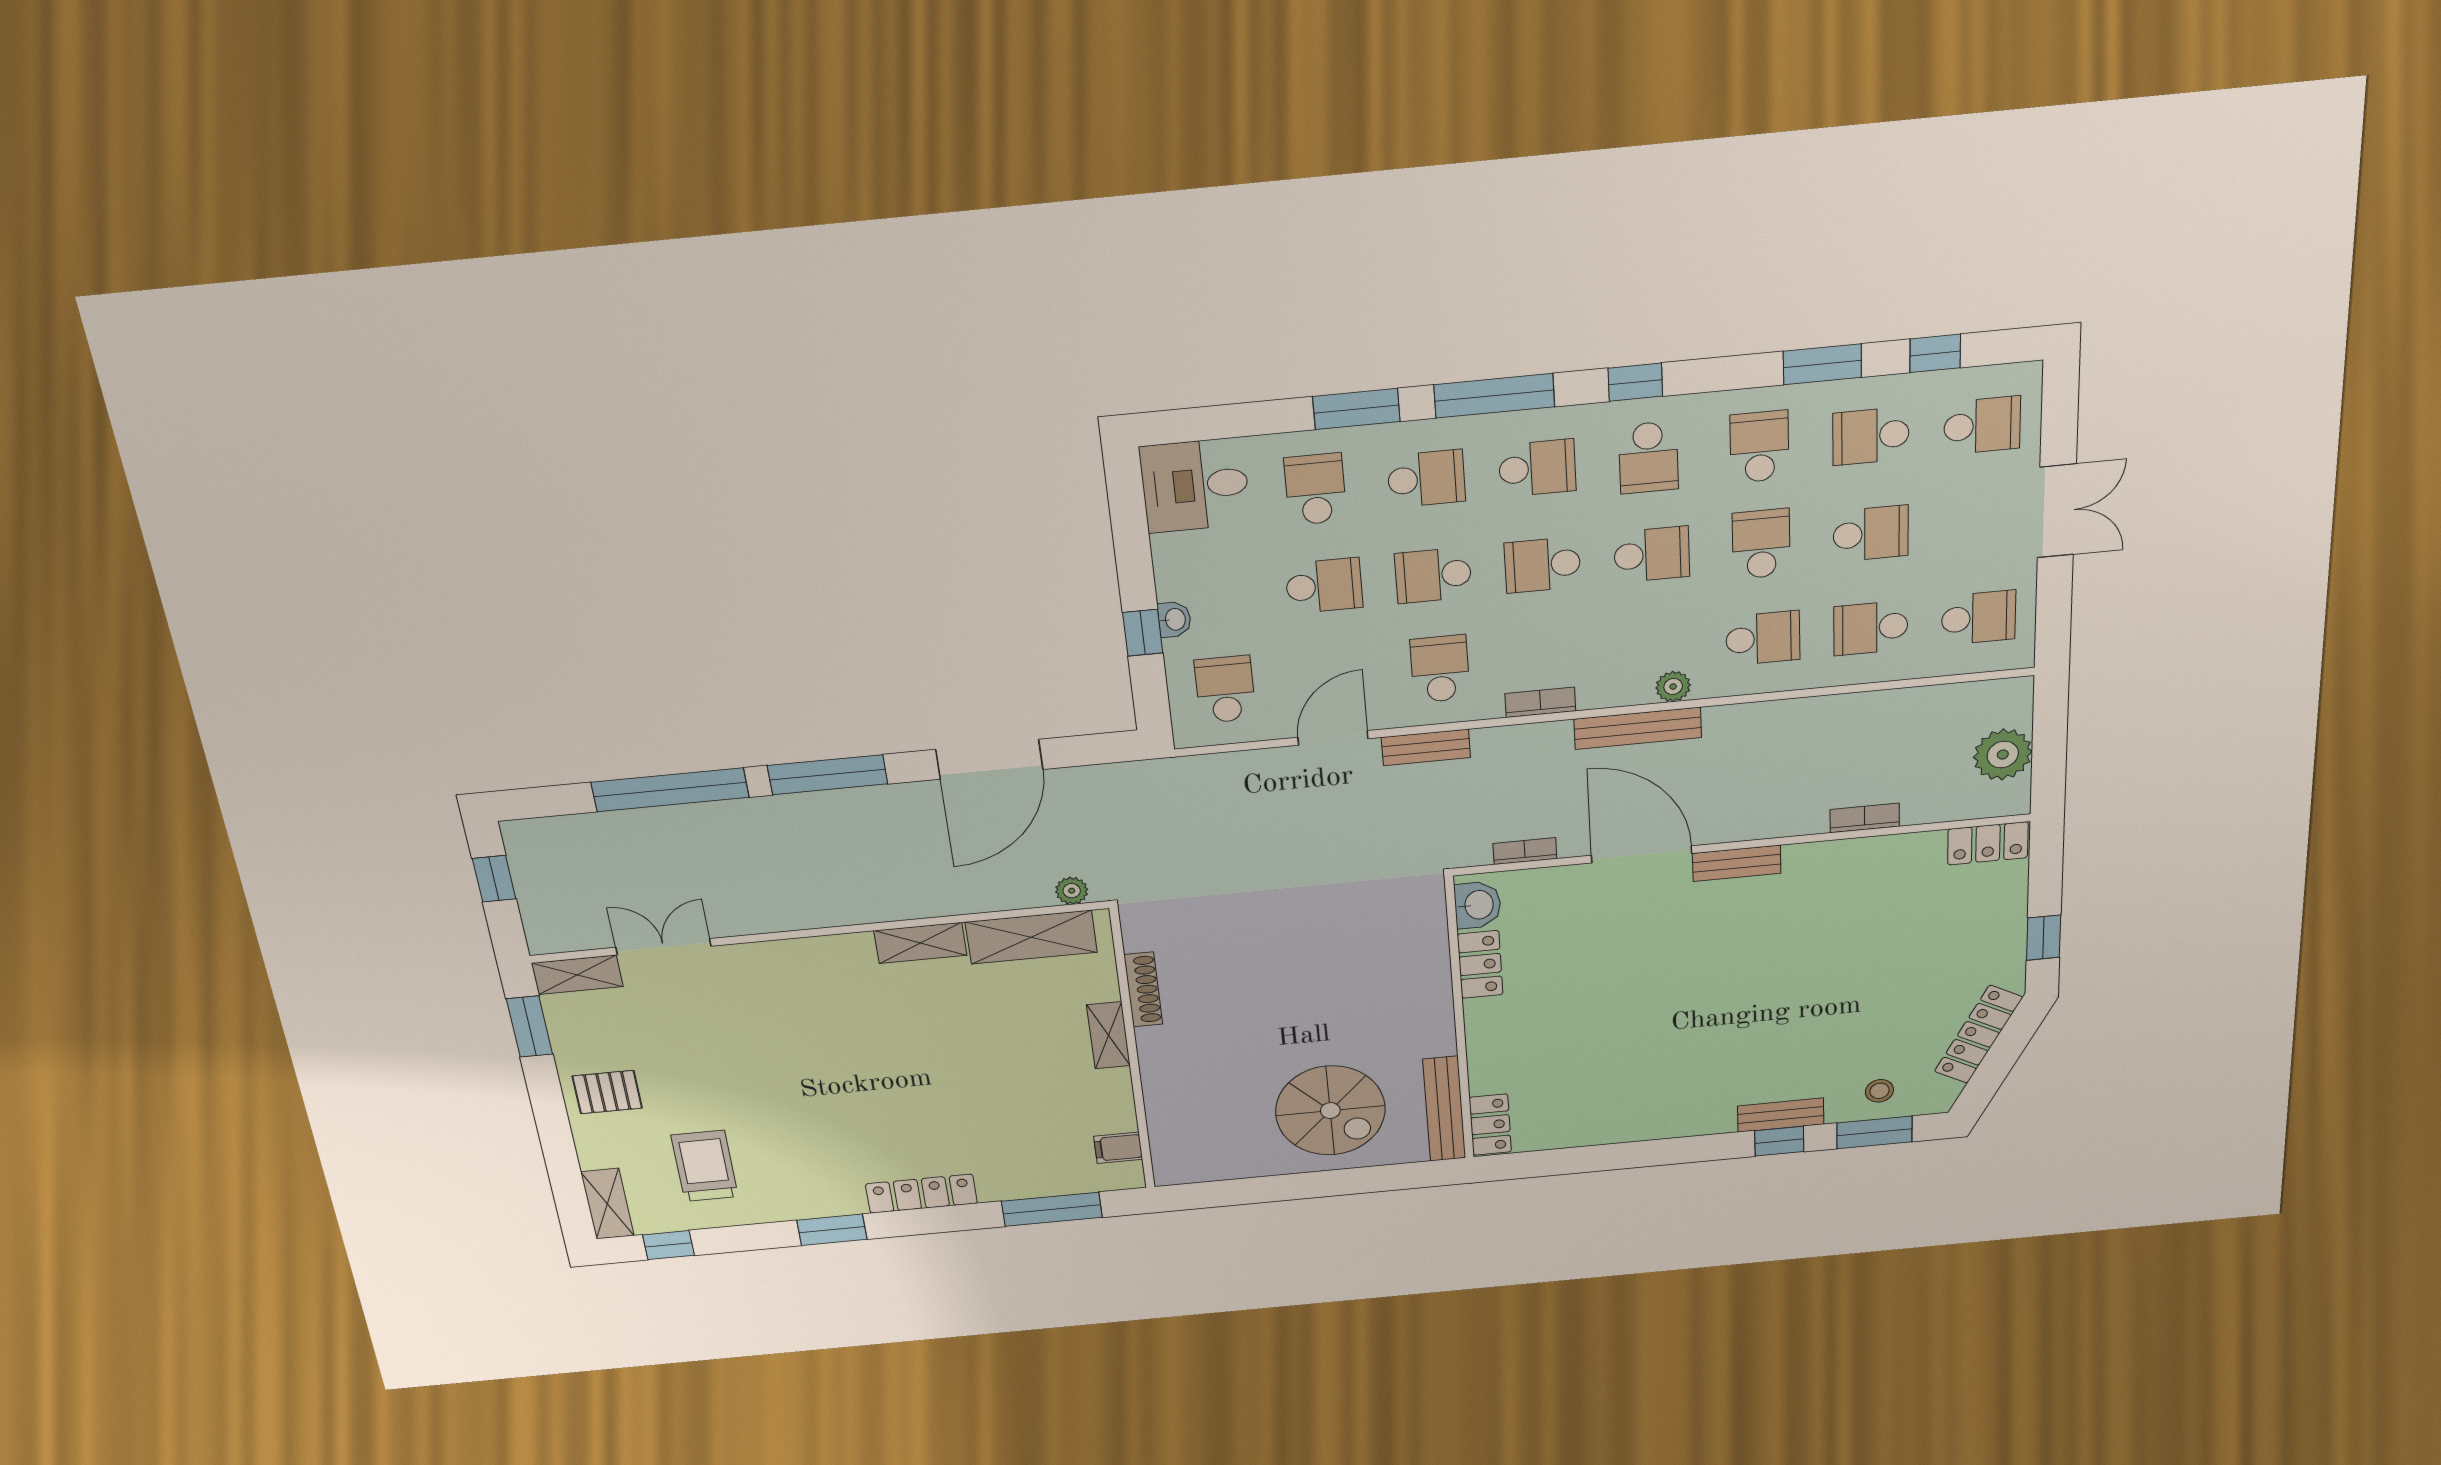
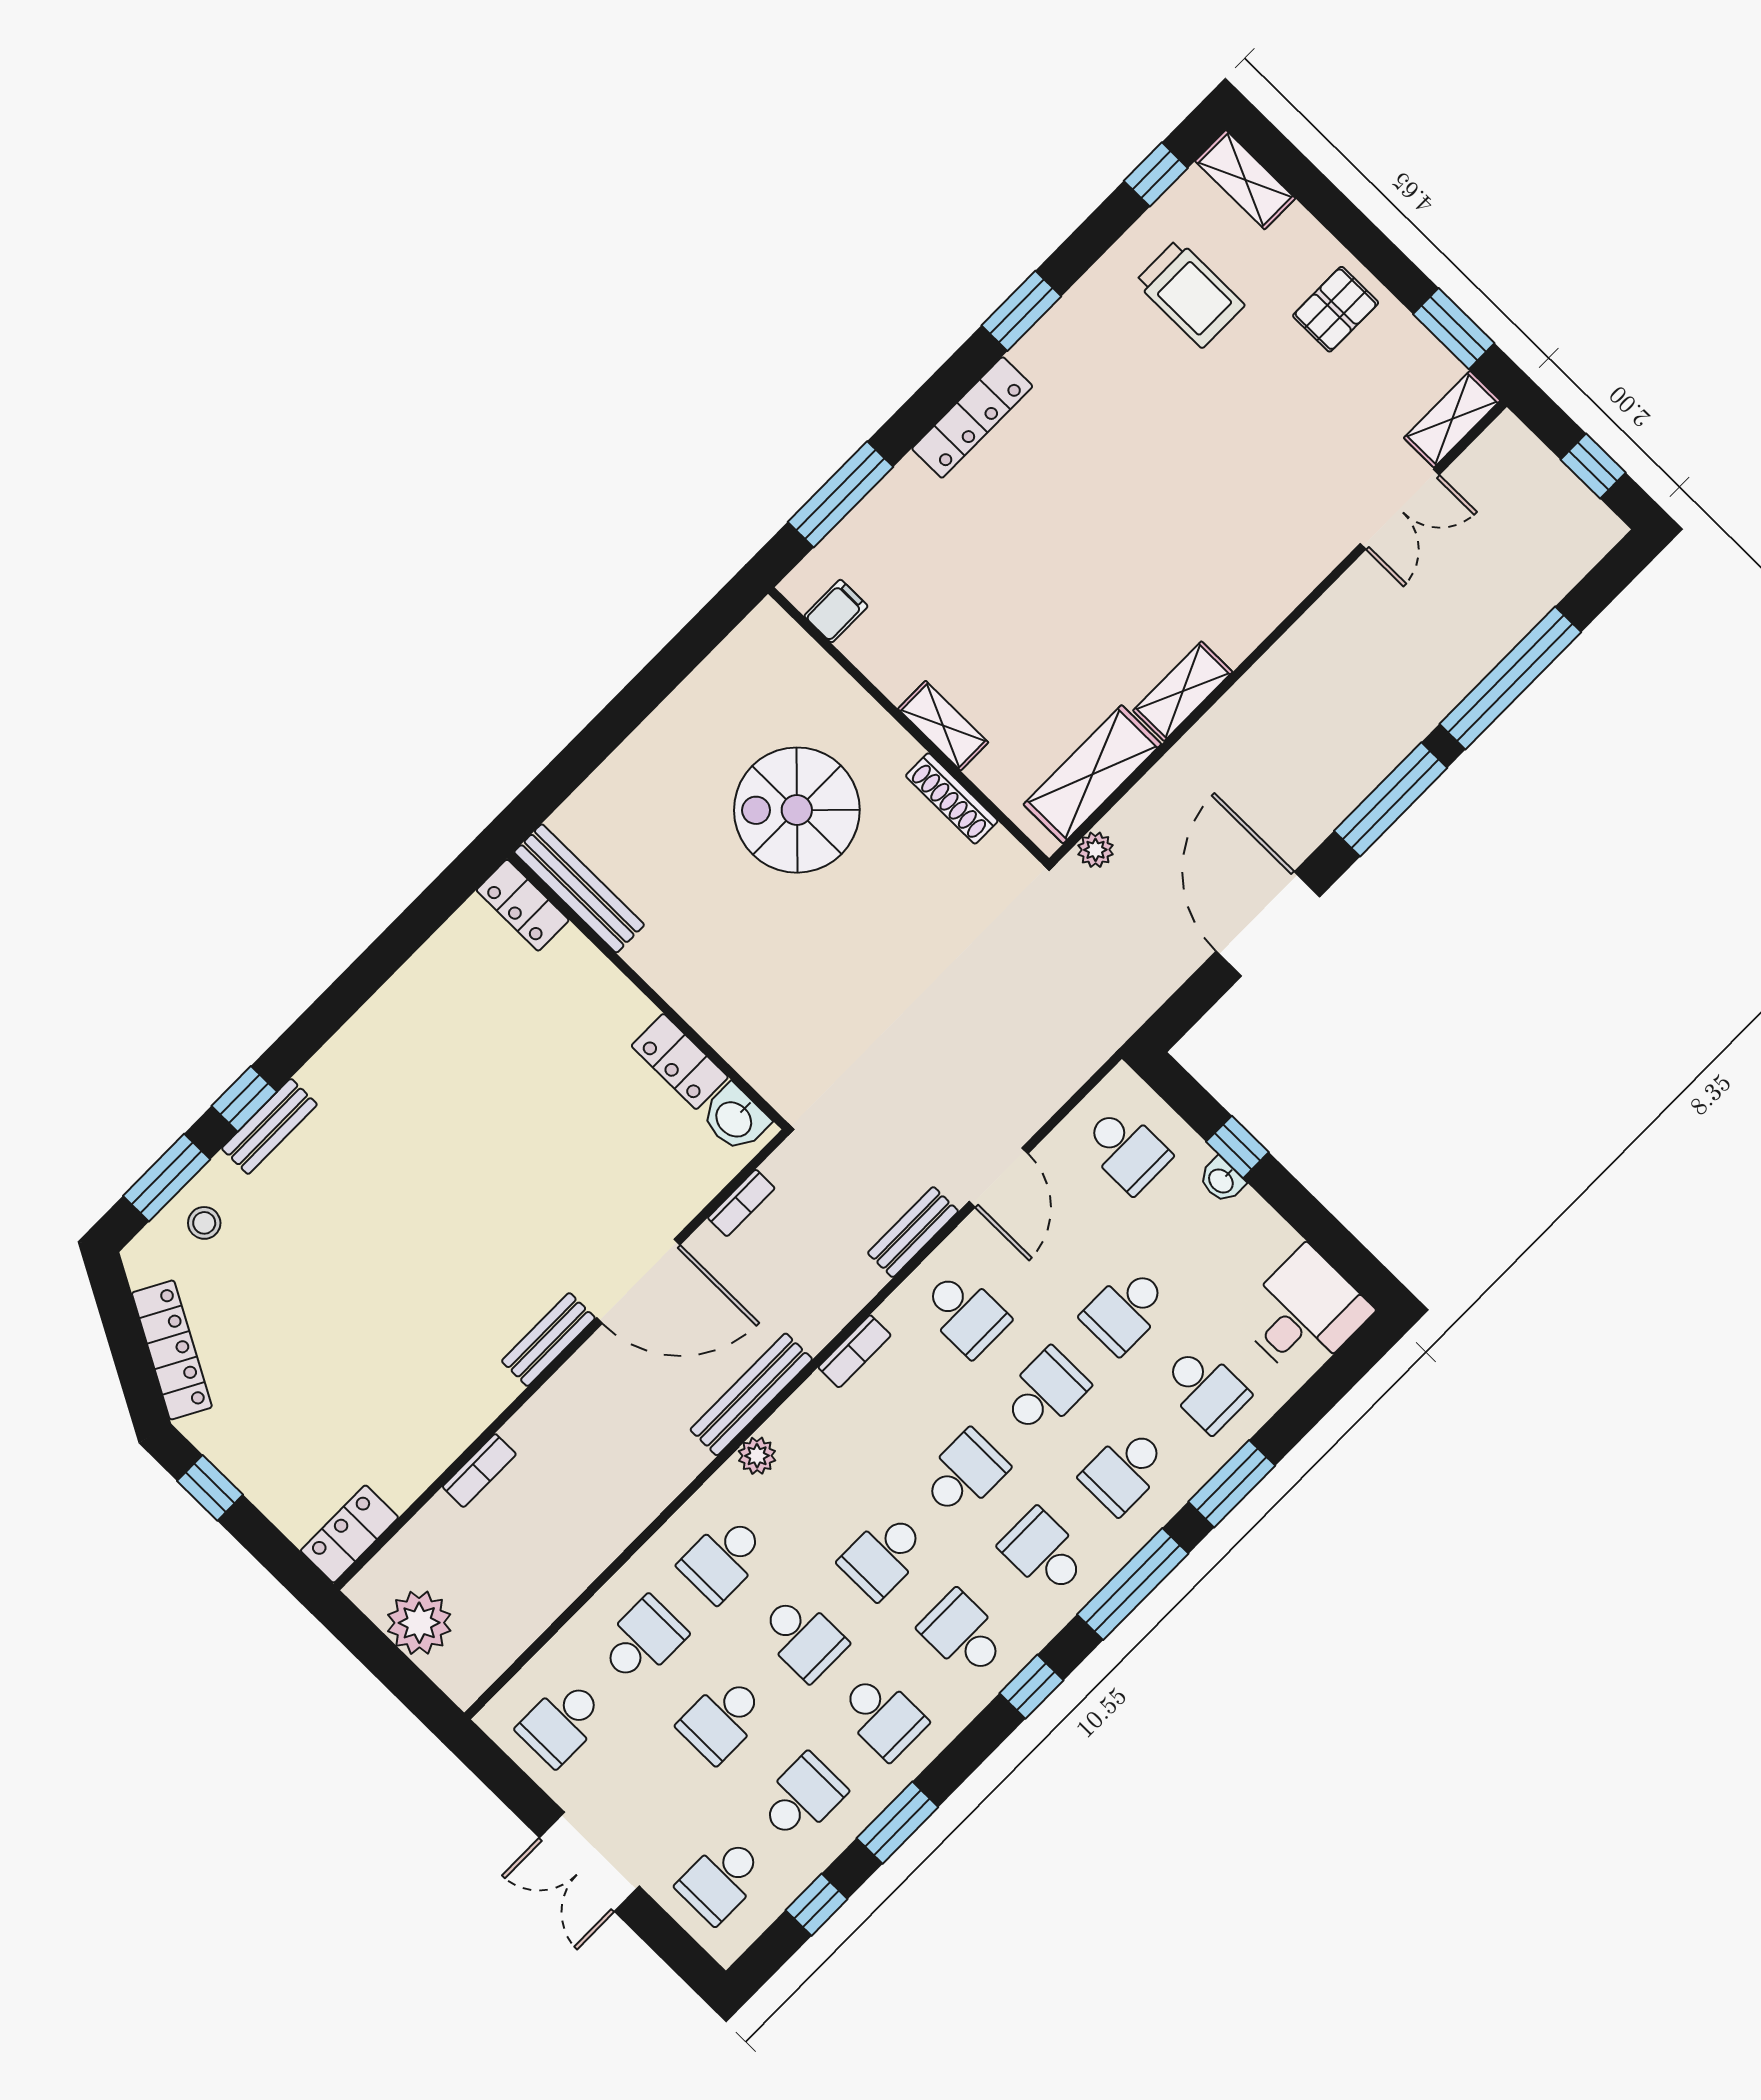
school desk: (1537, 468) -> (1044, 1552), turned 90
spiral stairs: (1330, 1111) -> (797, 810), moved

